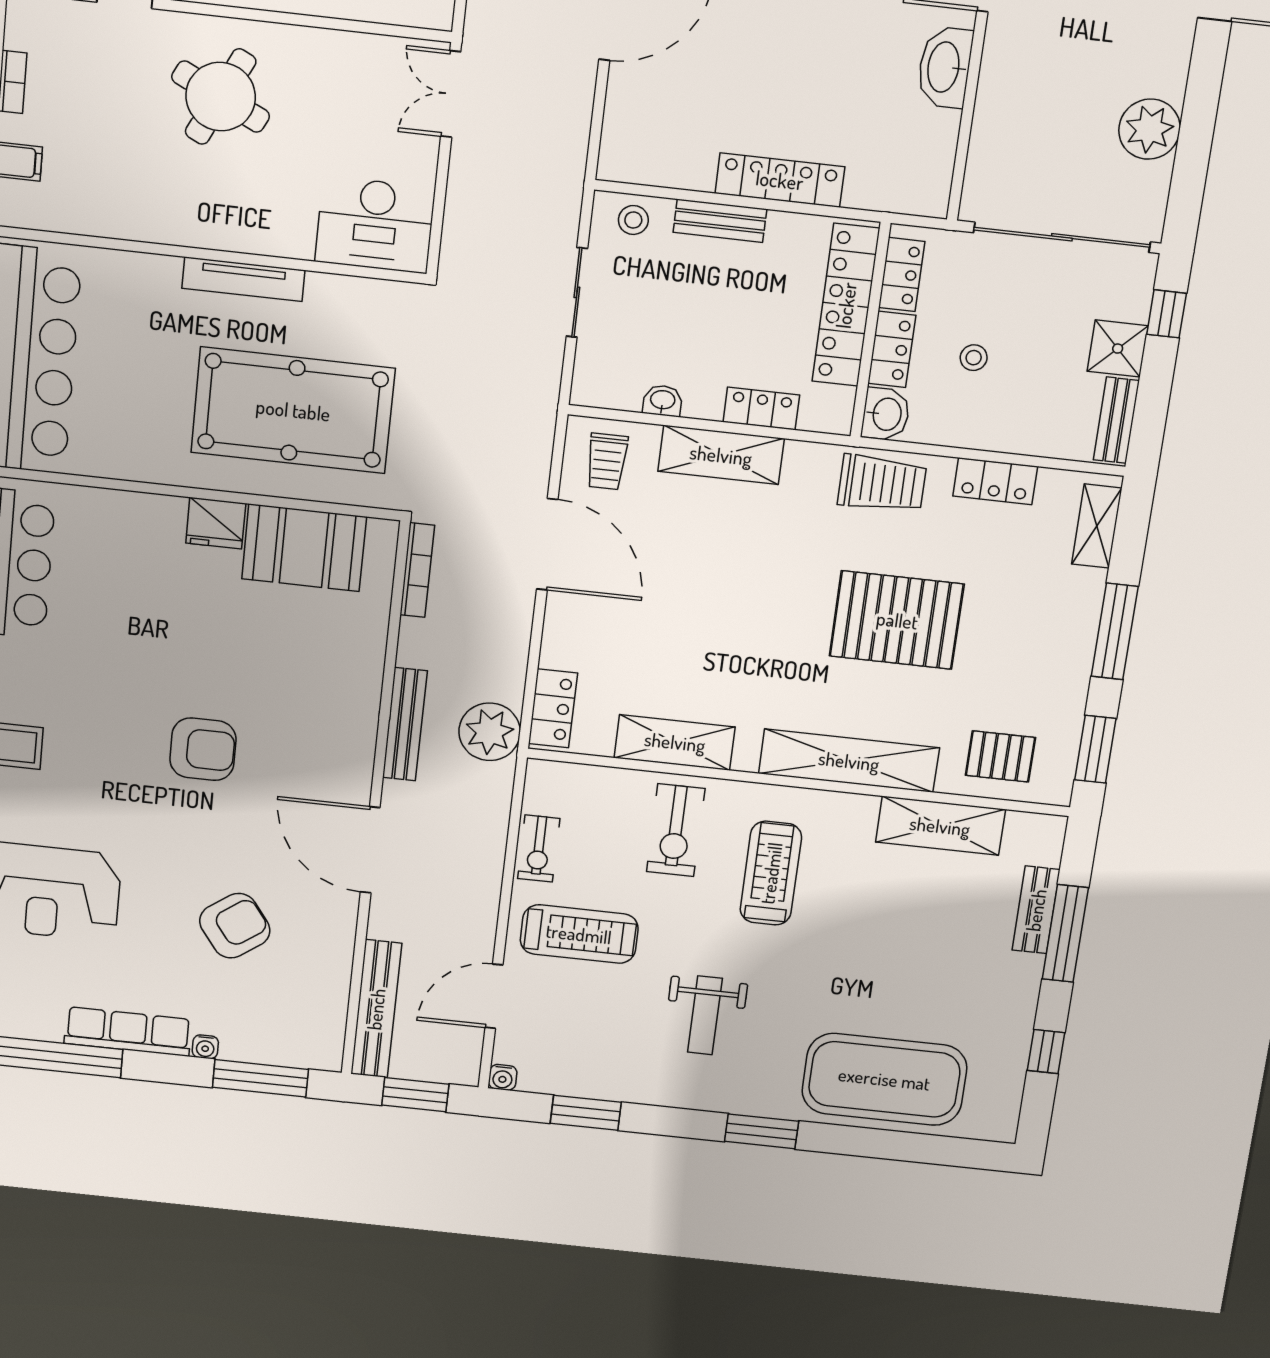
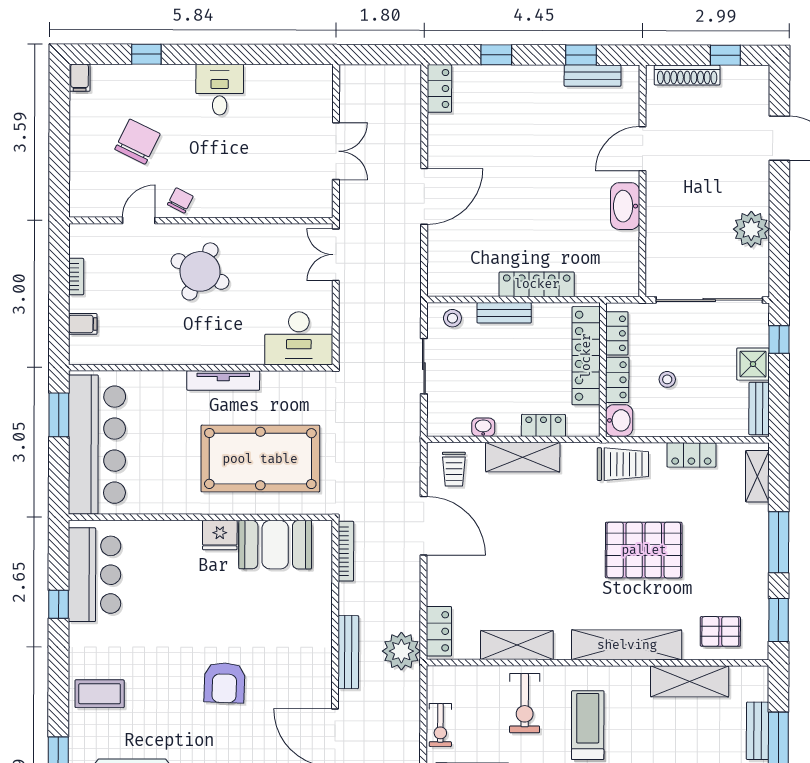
armchair: (203, 749) -> (224, 683), turned 92

